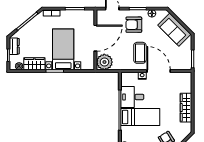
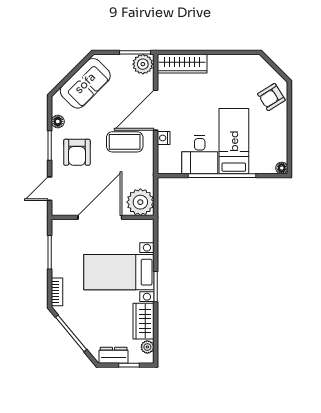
door: (95, 38) -> (100, 217), hinge flipped
plant: (186, 63) -> (143, 64), added
wardrobe: (186, 108) -> (182, 64), moved

